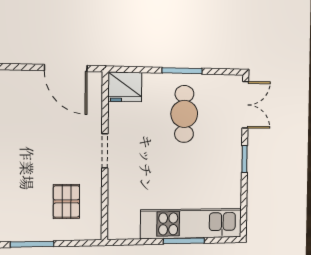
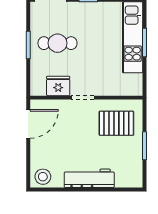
fridge: (125, 87) -> (58, 86), moved, turned -90
pallet: (66, 201) -> (116, 123), width x1.50, depth x1.42

